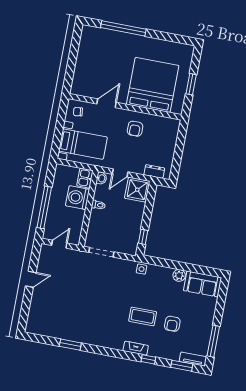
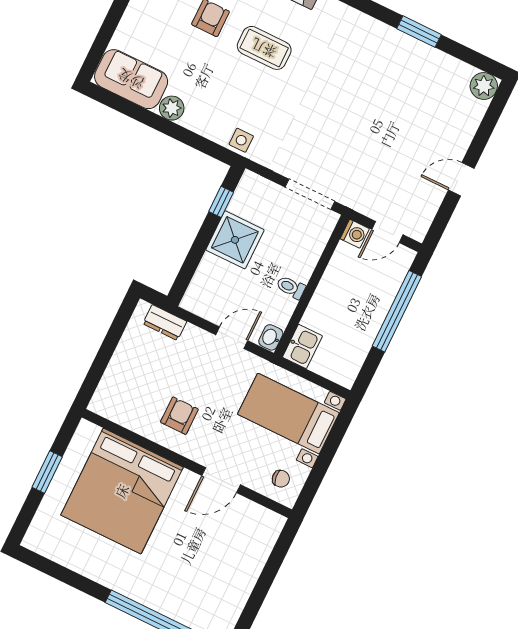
shower: (137, 190) -> (235, 240), moved
washing machine: (78, 198) -> (355, 234), moved, width x0.53, depth x0.53
plant: (32, 327) -> (484, 86), added

